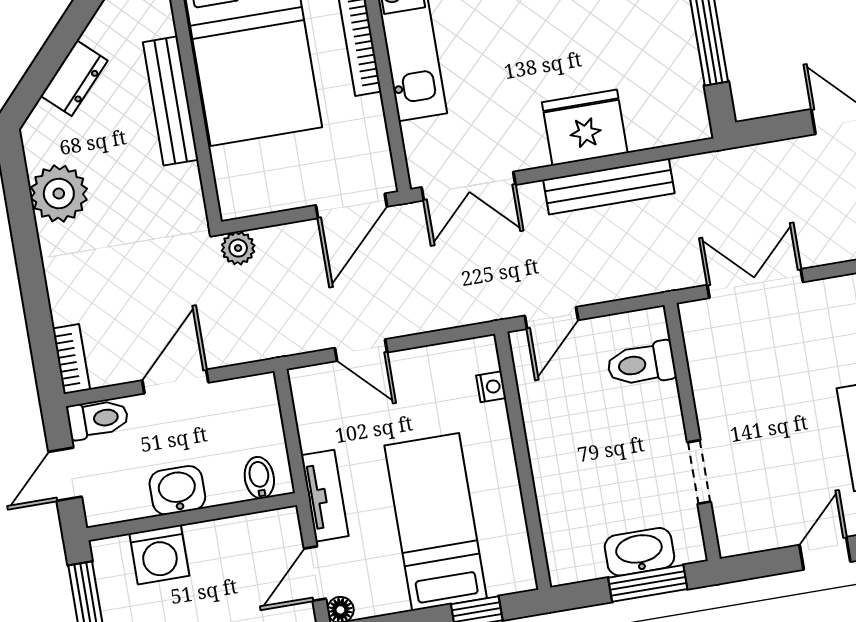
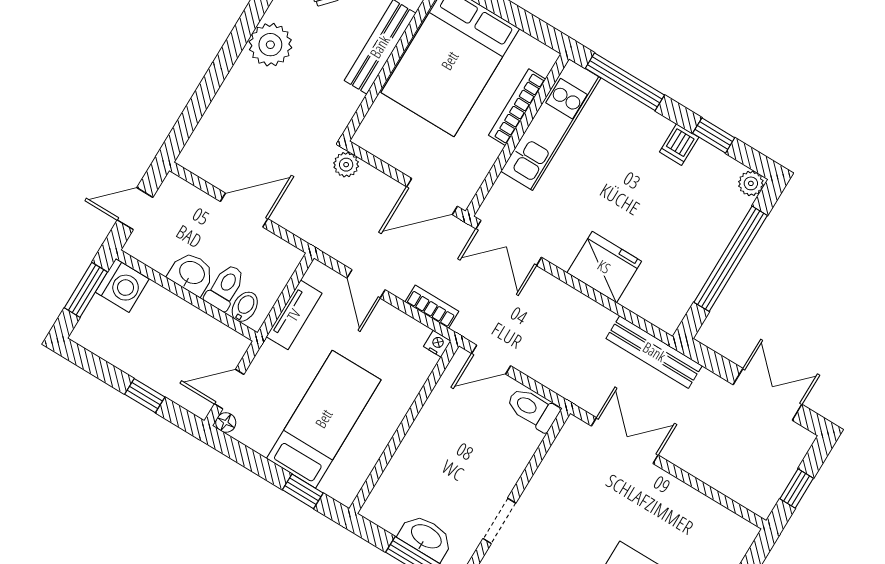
bench: (609, 186) -> (654, 352), moved
bookcase: (71, 359) -> (432, 307), moved, turned -90
toilet: (641, 364) -> (533, 409), moved
nightstand: (491, 387) -> (437, 344), moved, turned -90
toilet: (98, 419) -> (225, 287), moved, turned -90
tv unit: (325, 496) -> (294, 315), moved
washing machine: (159, 555) -> (122, 286), moved, turned -90

